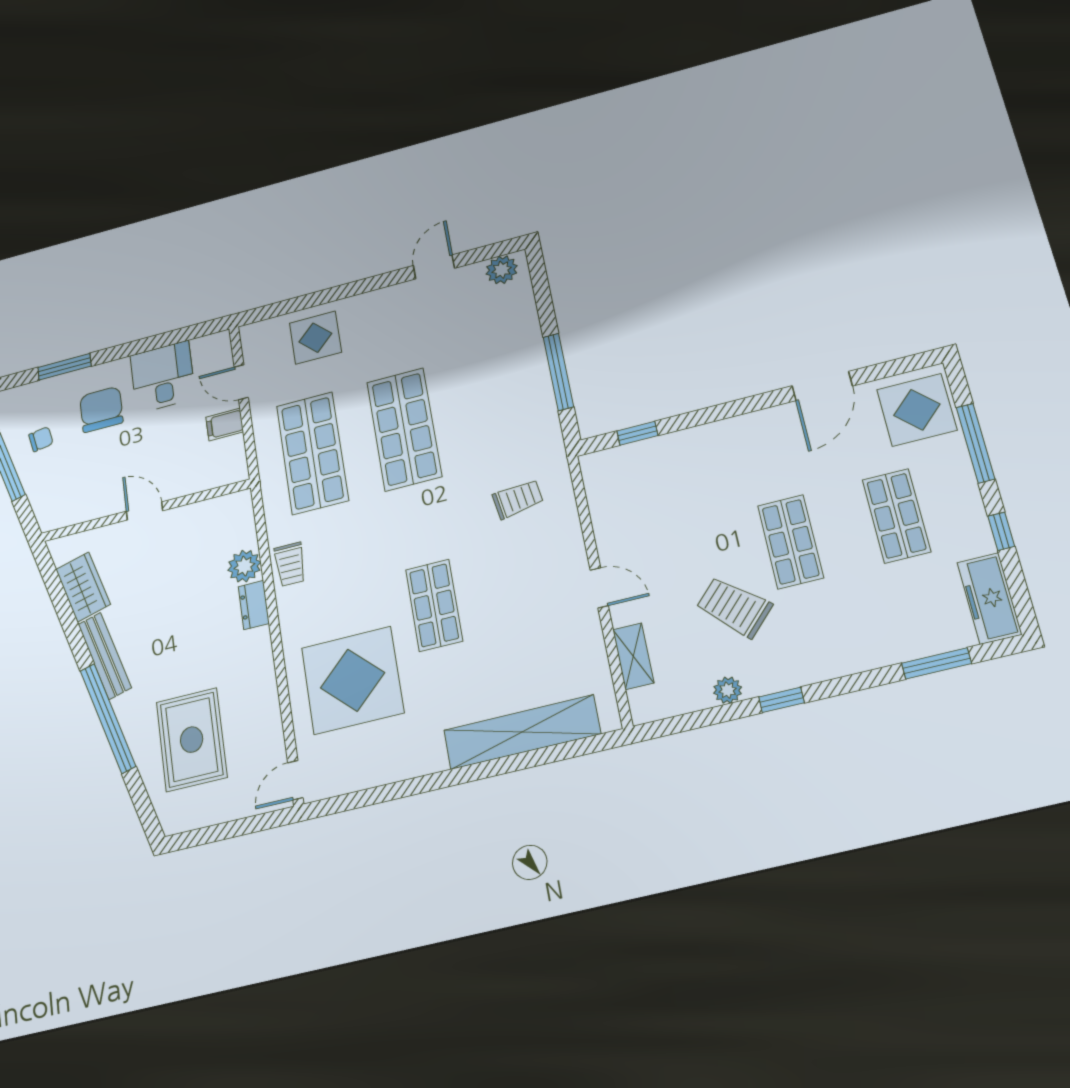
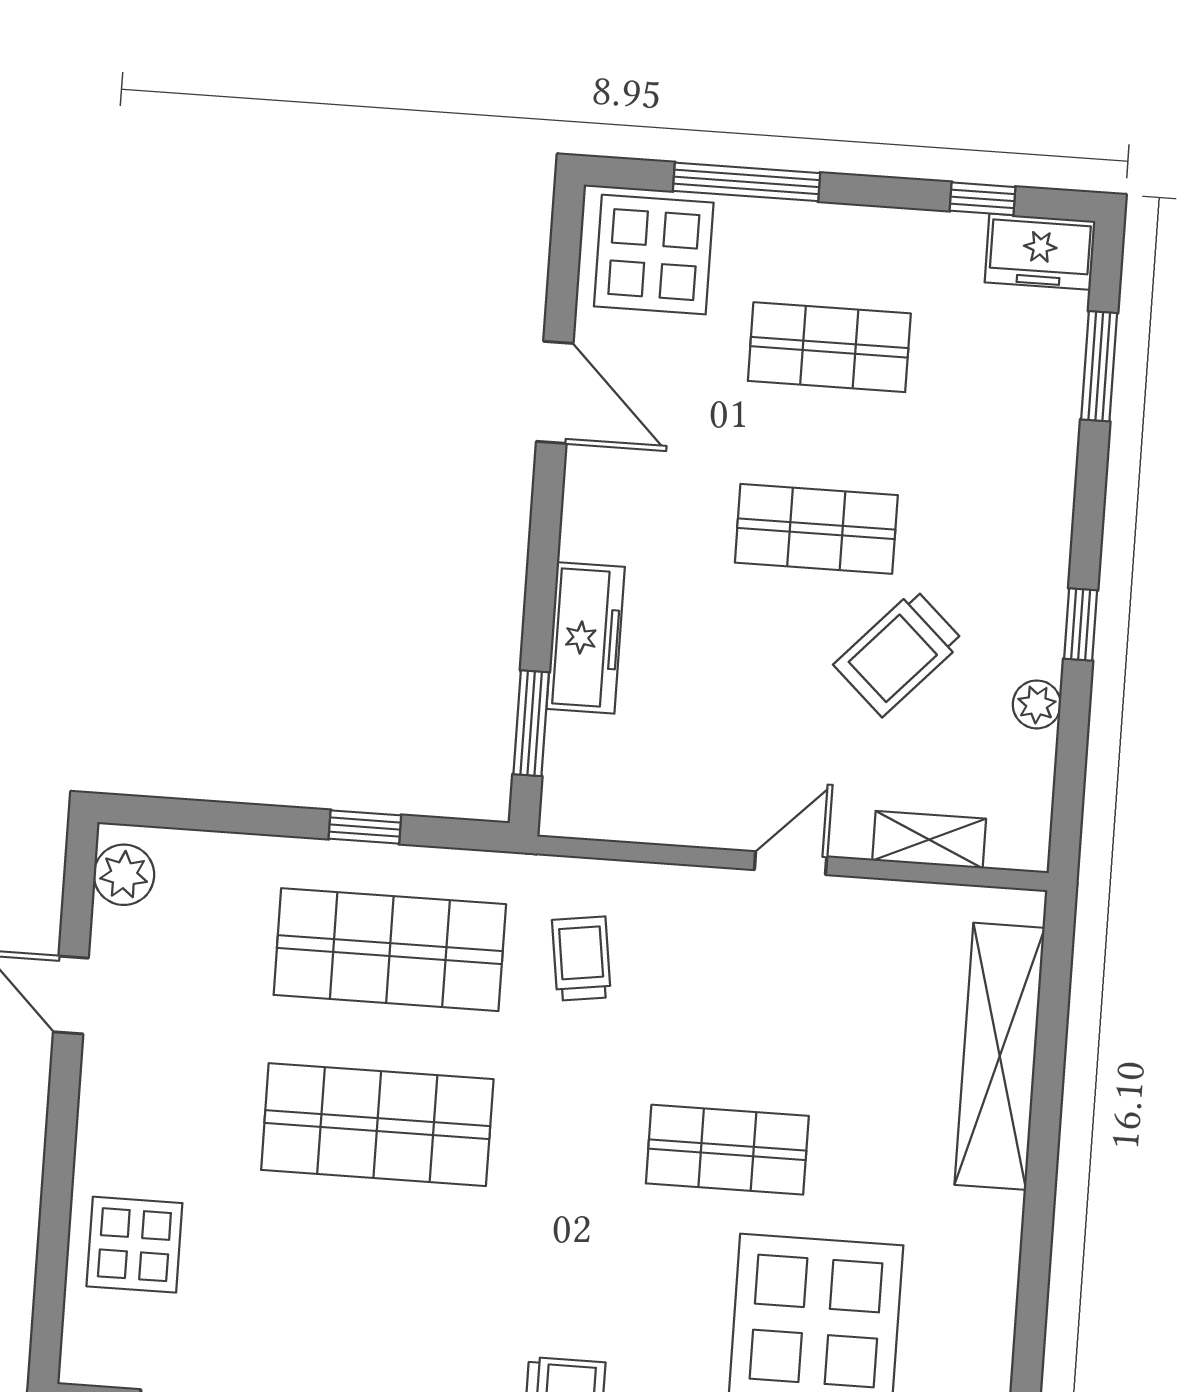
window: (558, 372) -> (365, 827), width x0.46
window: (637, 433) -> (531, 723), width x1.50
freezer: (692, 445) -> (586, 638), added
shop shelf: (312, 453) -> (390, 950), moved
window: (1001, 531) -> (982, 199), moved
freezer: (989, 598) -> (1040, 252), width x0.71

